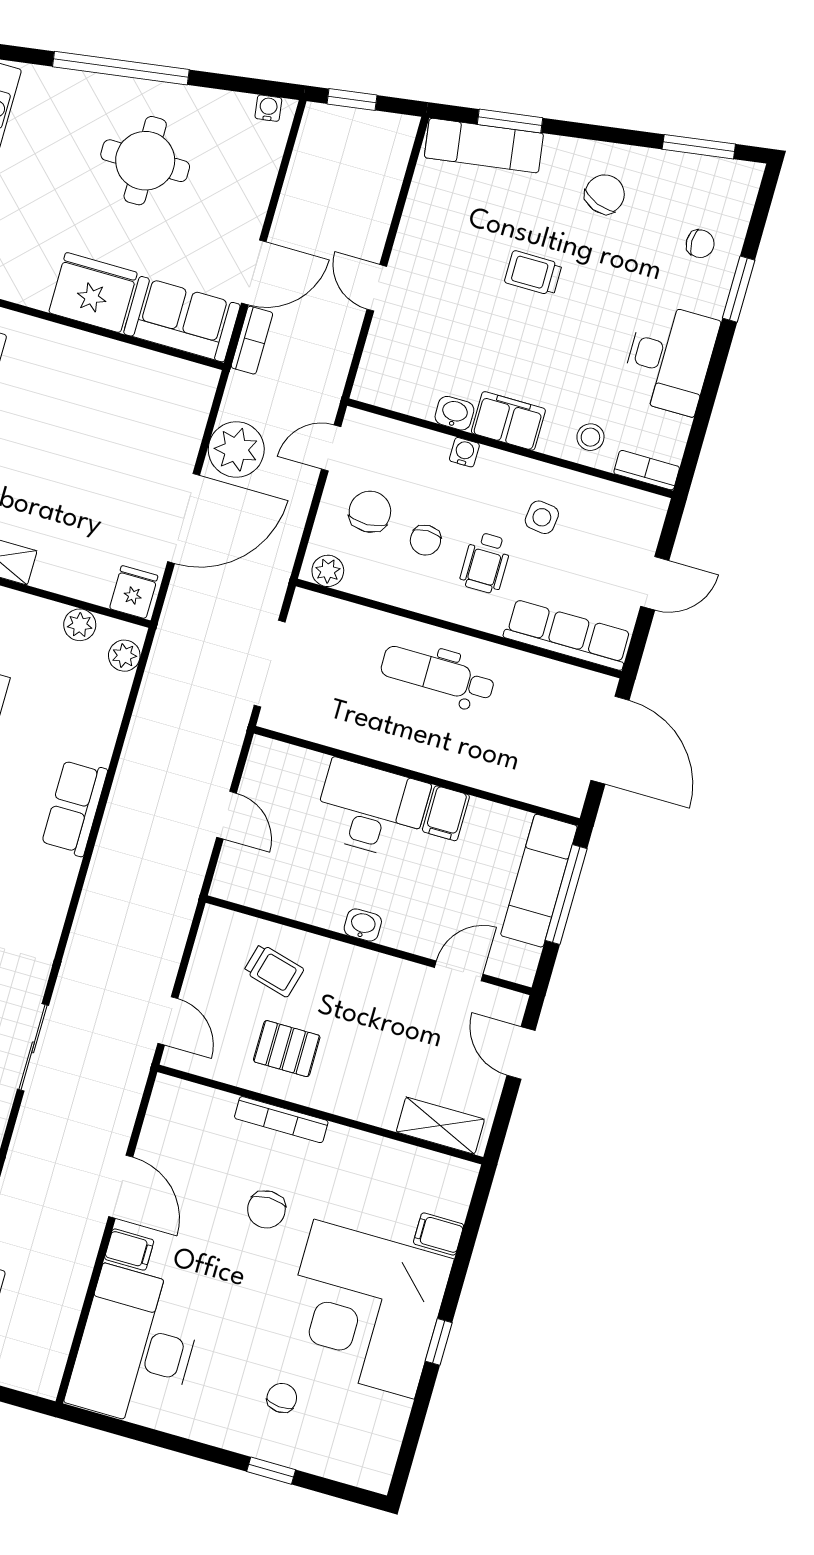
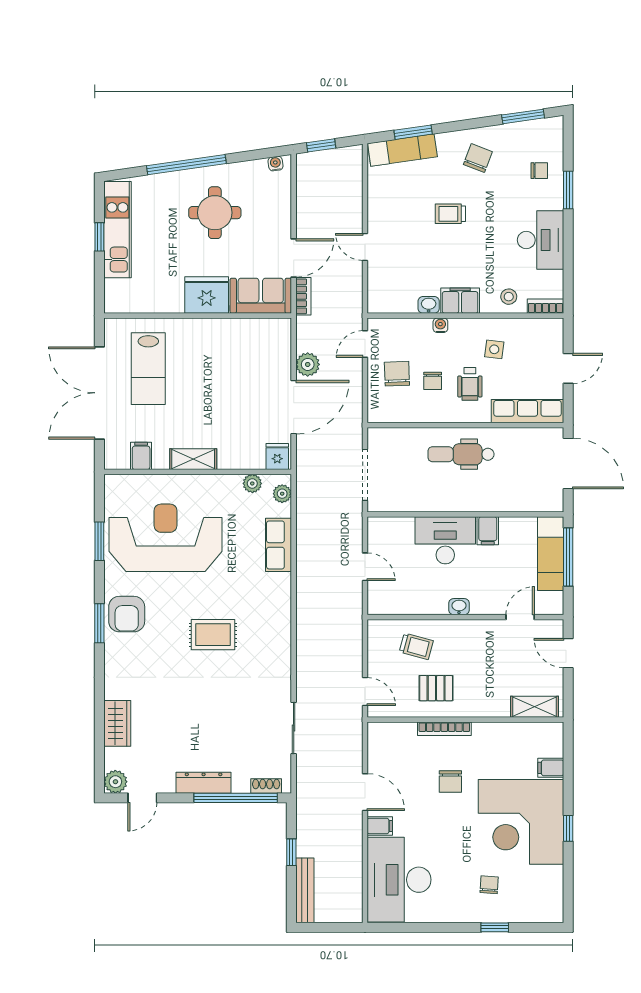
plant: (236, 449) -> (308, 364), width x0.73, depth x0.73
plant: (328, 571) -> (383, 414), removed
row of seats: (75, 807) -> (279, 545), moved

